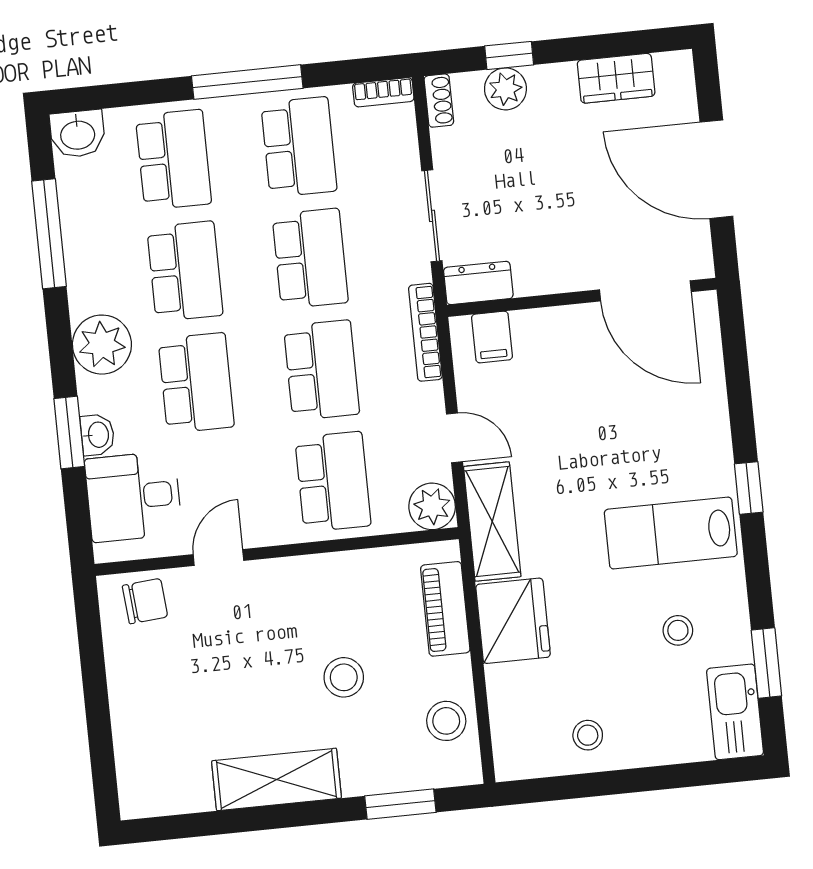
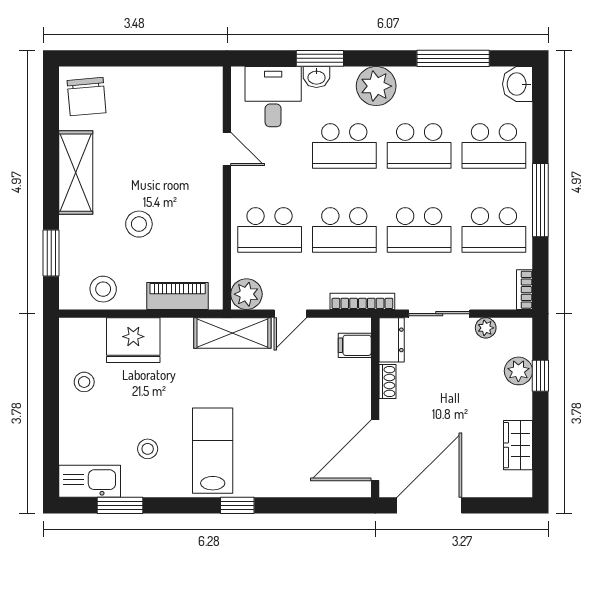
shoe rack: (439, 101) -> (387, 381), moved, turned -90
plant: (446, 144) -> (486, 328), added
door: (716, 169) -> (429, 505), moved
chair: (145, 601) -> (87, 97), moved, width x1.37, depth x1.37
fridge: (513, 621) -> (133, 340), moved

